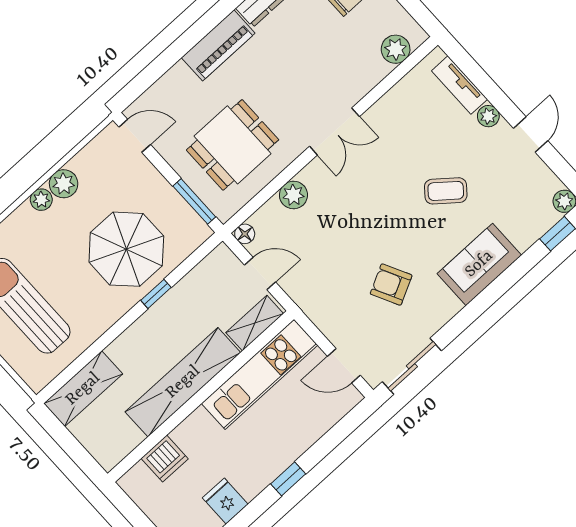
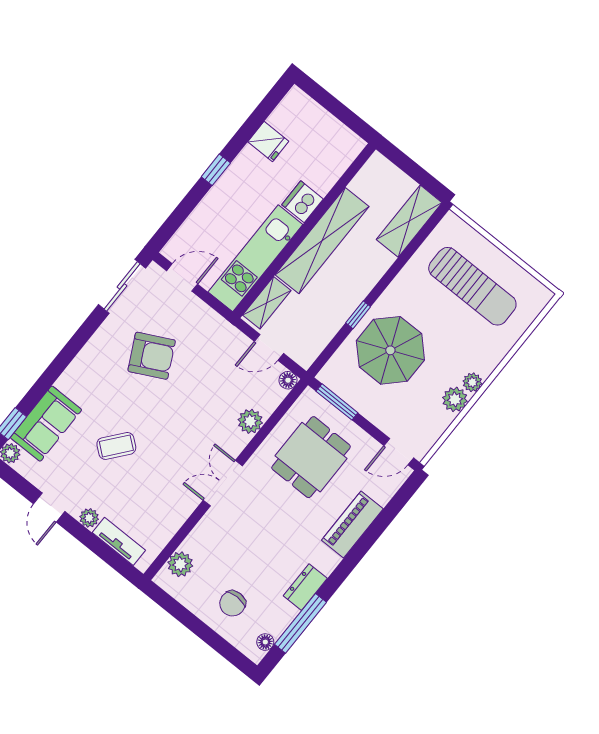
piano: (218, 45) -> (352, 525), moved
sofa: (479, 264) -> (46, 424), moved
armchair: (391, 285) -> (152, 356), width x1.38, depth x1.38
dishwasher: (165, 459) -> (303, 202), moved

